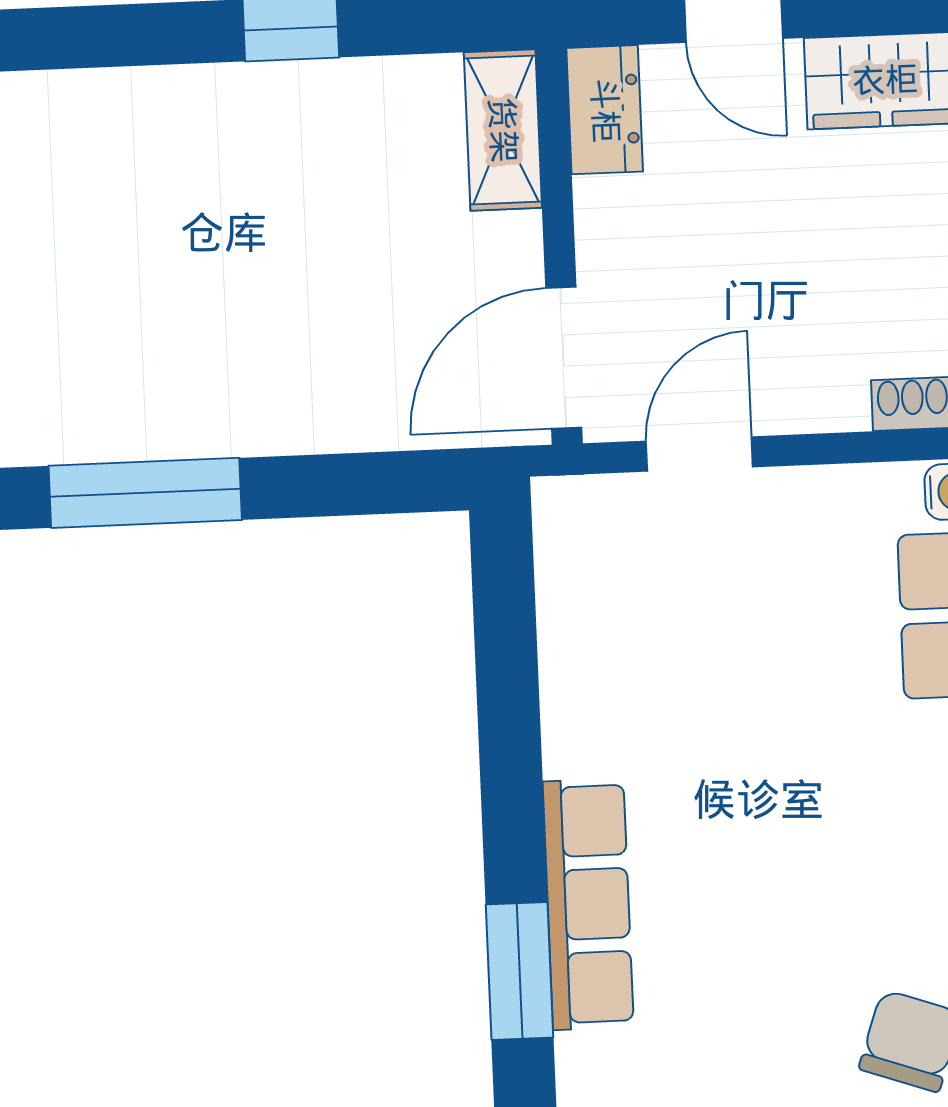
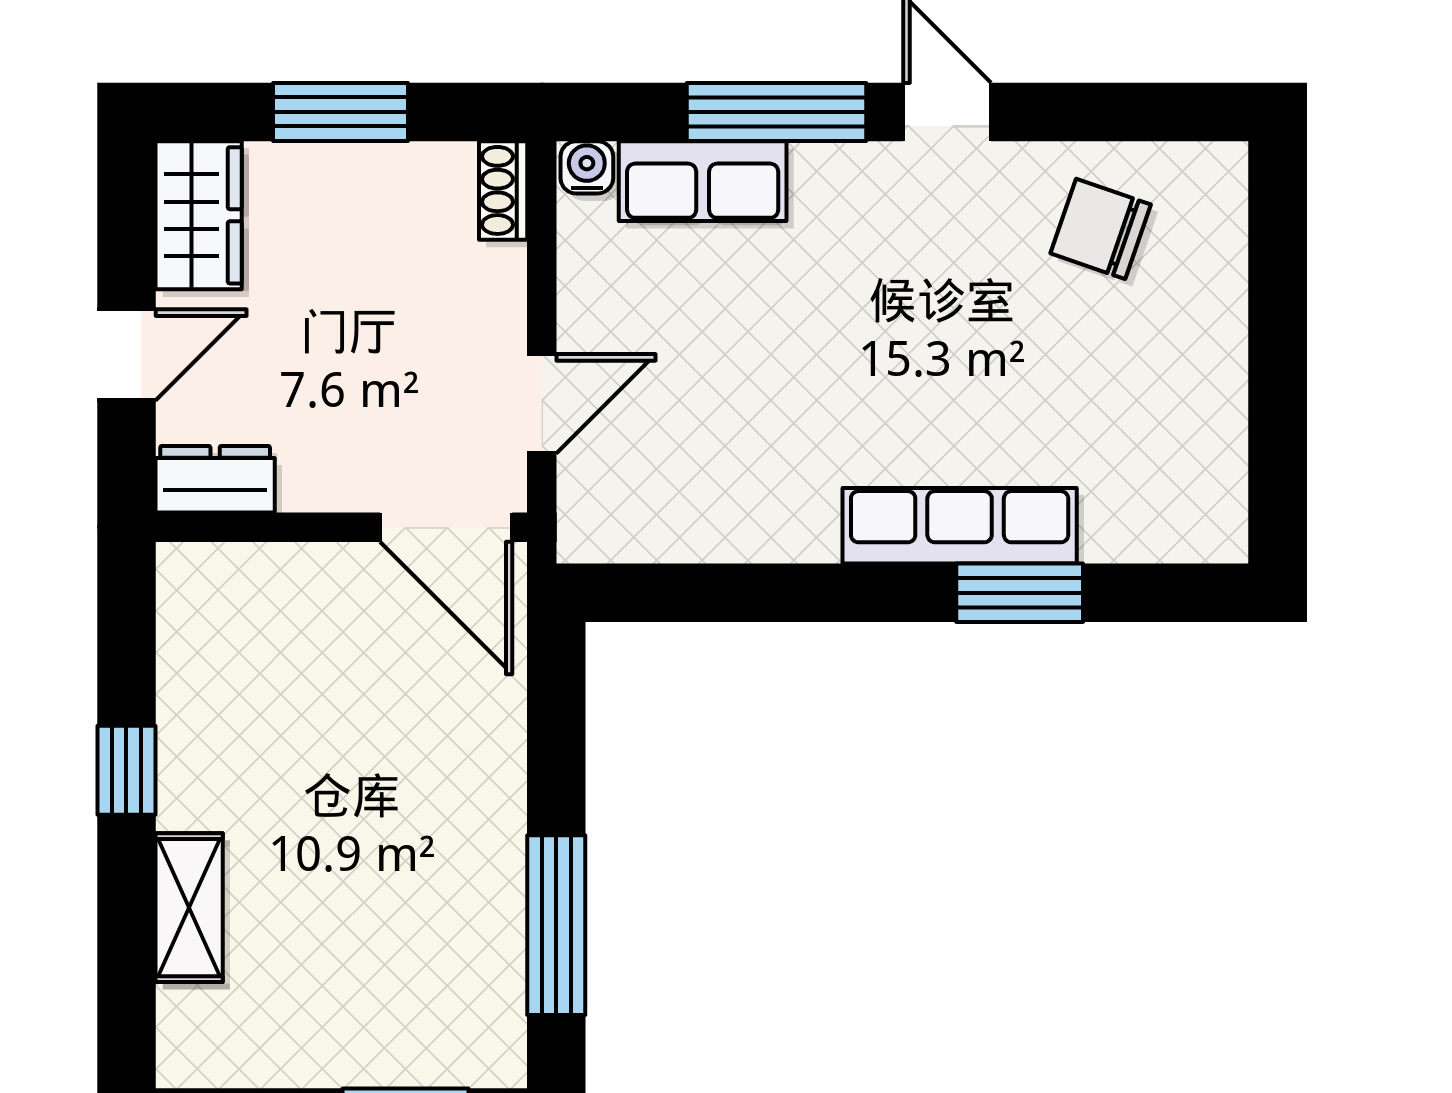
shelving: (503, 130) -> (189, 908), moved, turned 90
door: (699, 454) -> (542, 404), swing flipped

